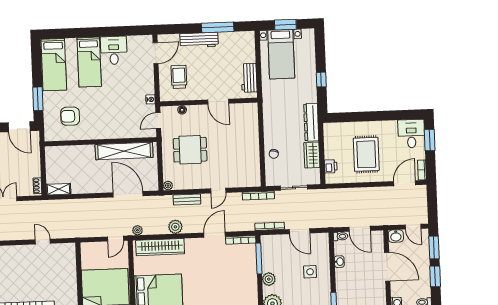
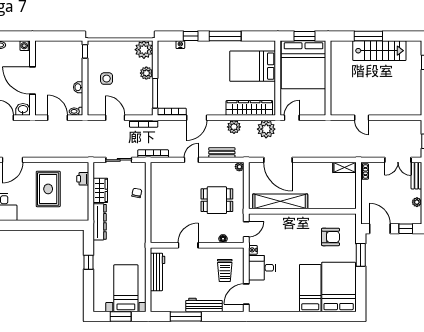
desk: (114, 50) -> (262, 268), moved, turned 90
bed: (54, 65) -> (339, 287), width x1.50
workbench: (249, 78) -> (158, 272), width x1.38
door: (218, 102) -> (188, 245), hinge flipped
plant: (137, 230) -> (266, 129), width x1.87, depth x1.87

